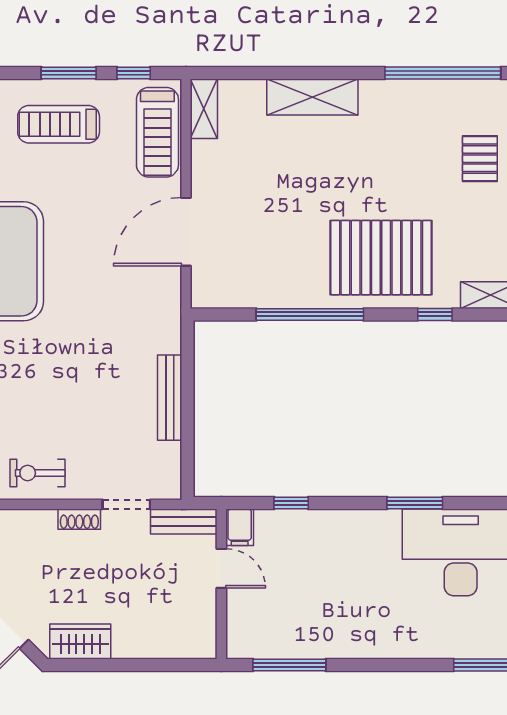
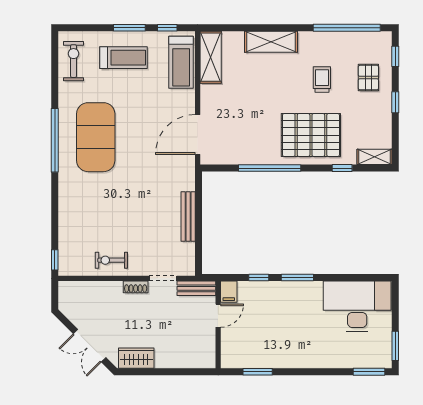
shelving: (204, 109) -> (211, 57), width x1.50, depth x1.33
treadmill: (59, 124) -> (124, 58), turned 180
trolley: (400, 162) -> (322, 79), added
door: (186, 232) -> (198, 134), moved
window: (415, 503) -> (297, 278), moved
door: (221, 568) -> (218, 316), hinge flipped
window: (289, 665) -> (258, 372), width x0.69

